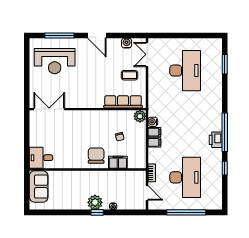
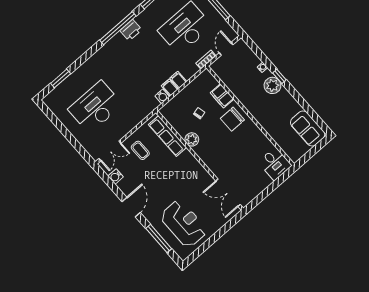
plant: (140, 116) -> (192, 139), moved
sofa: (39, 186) -> (308, 129), moved, turned -90

